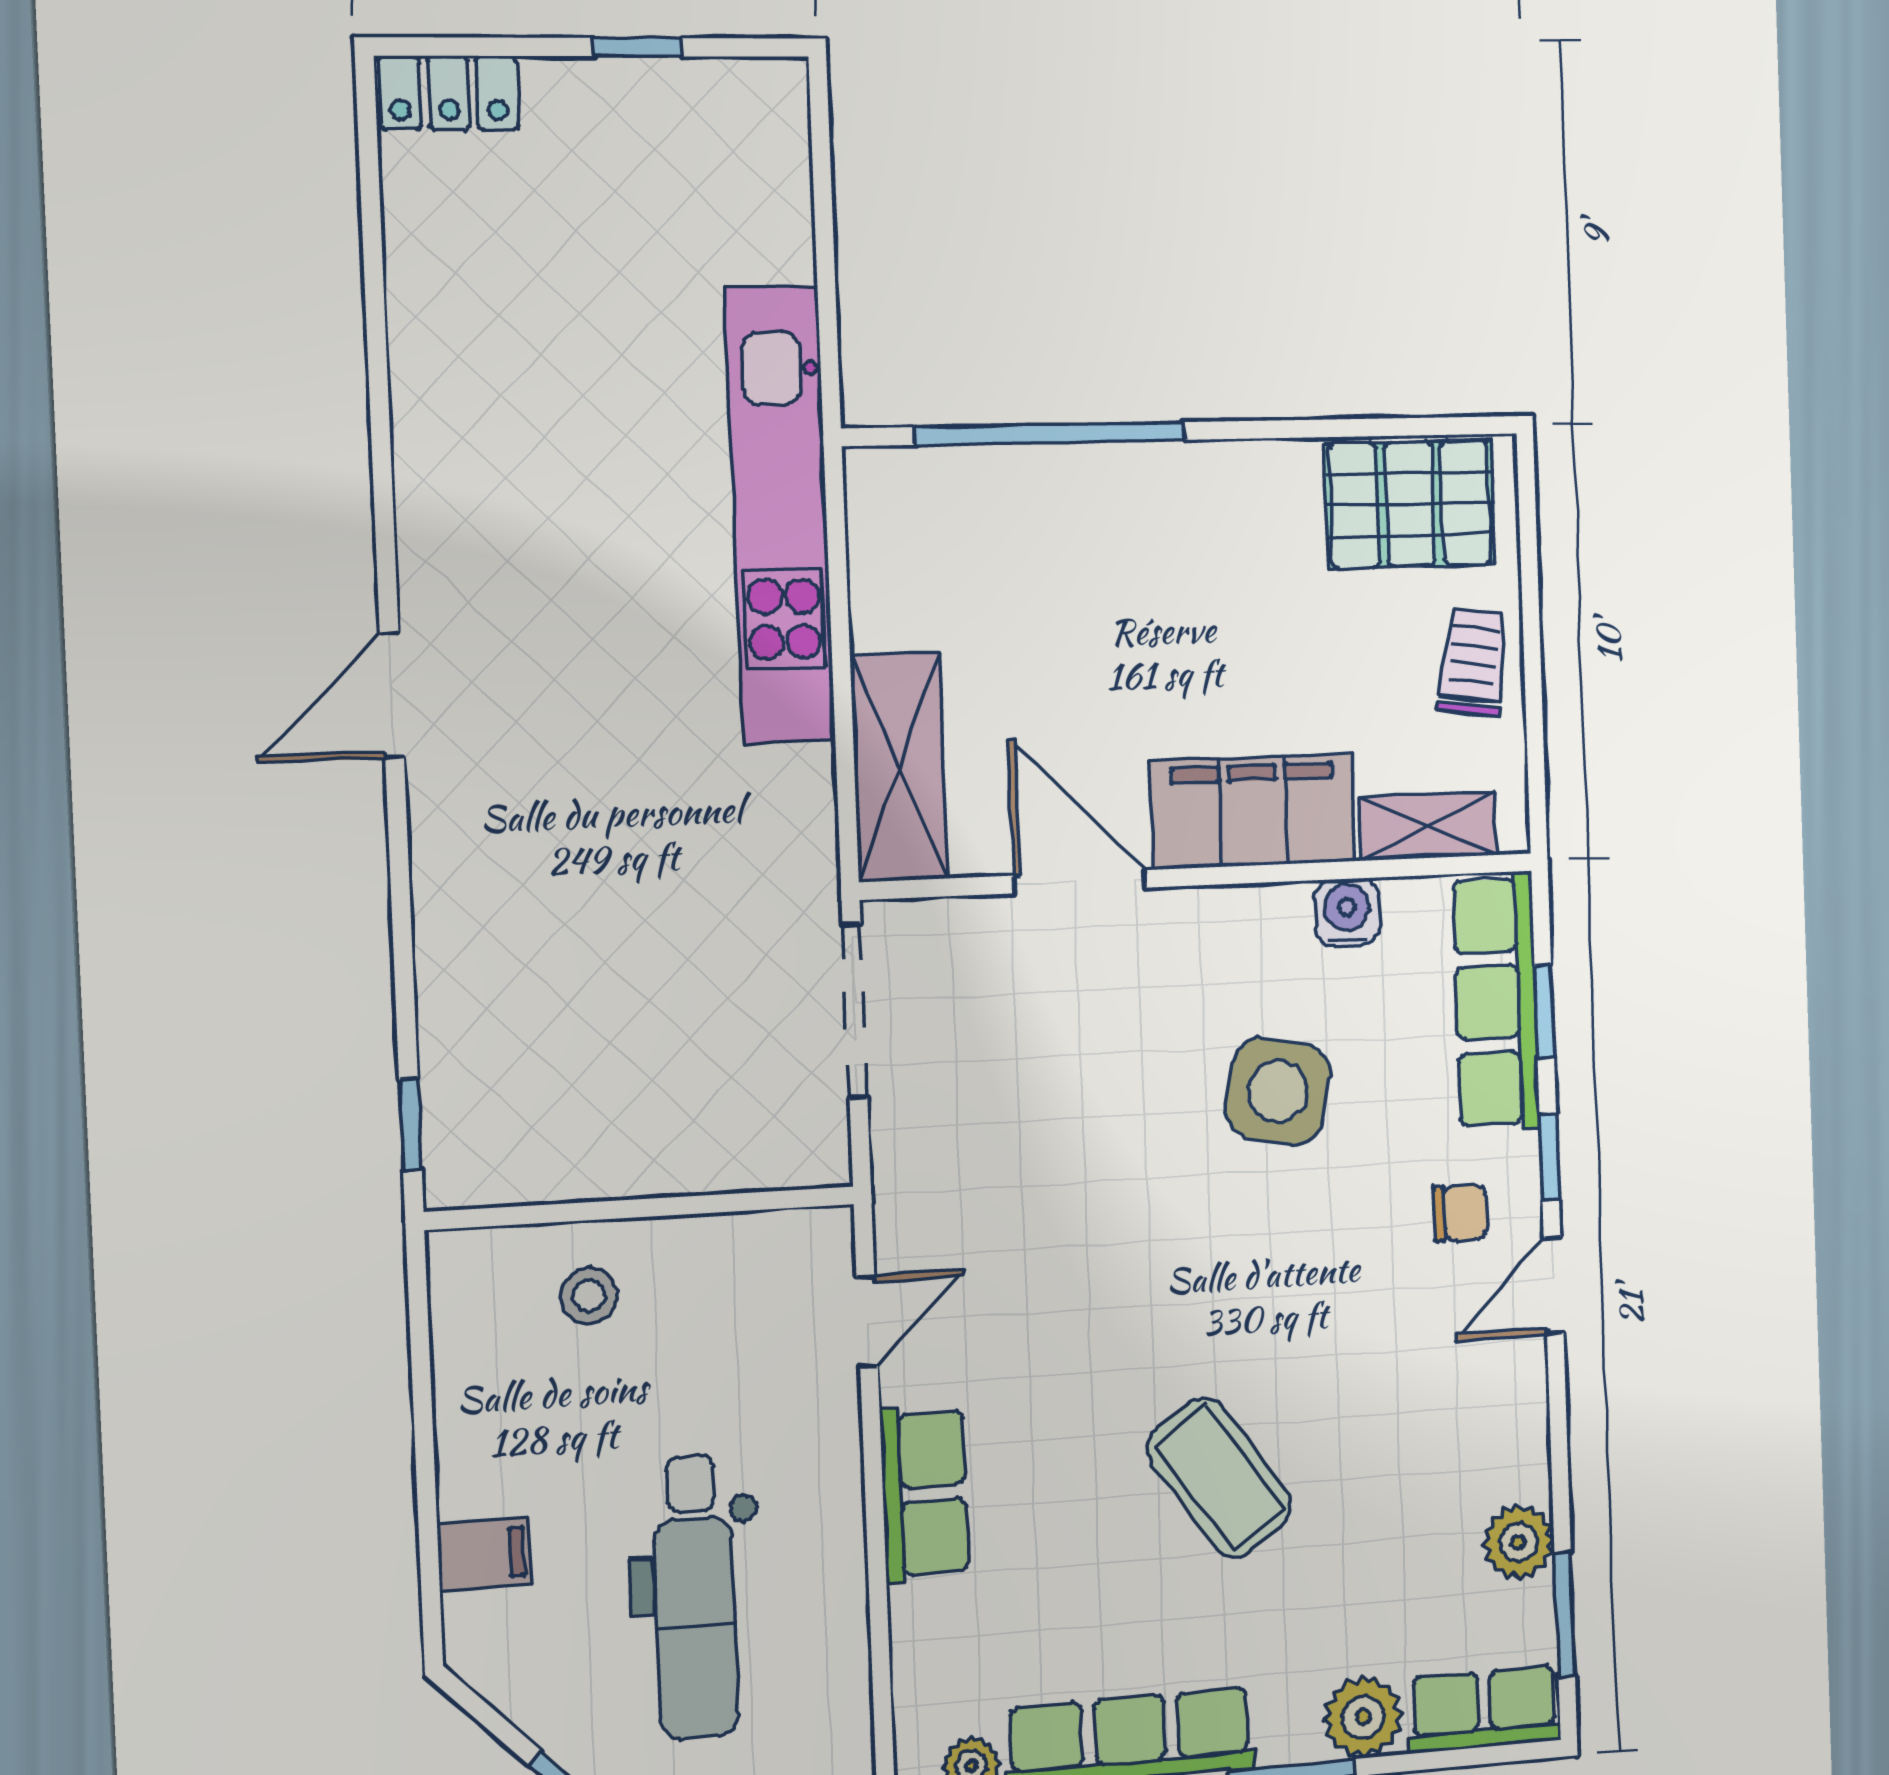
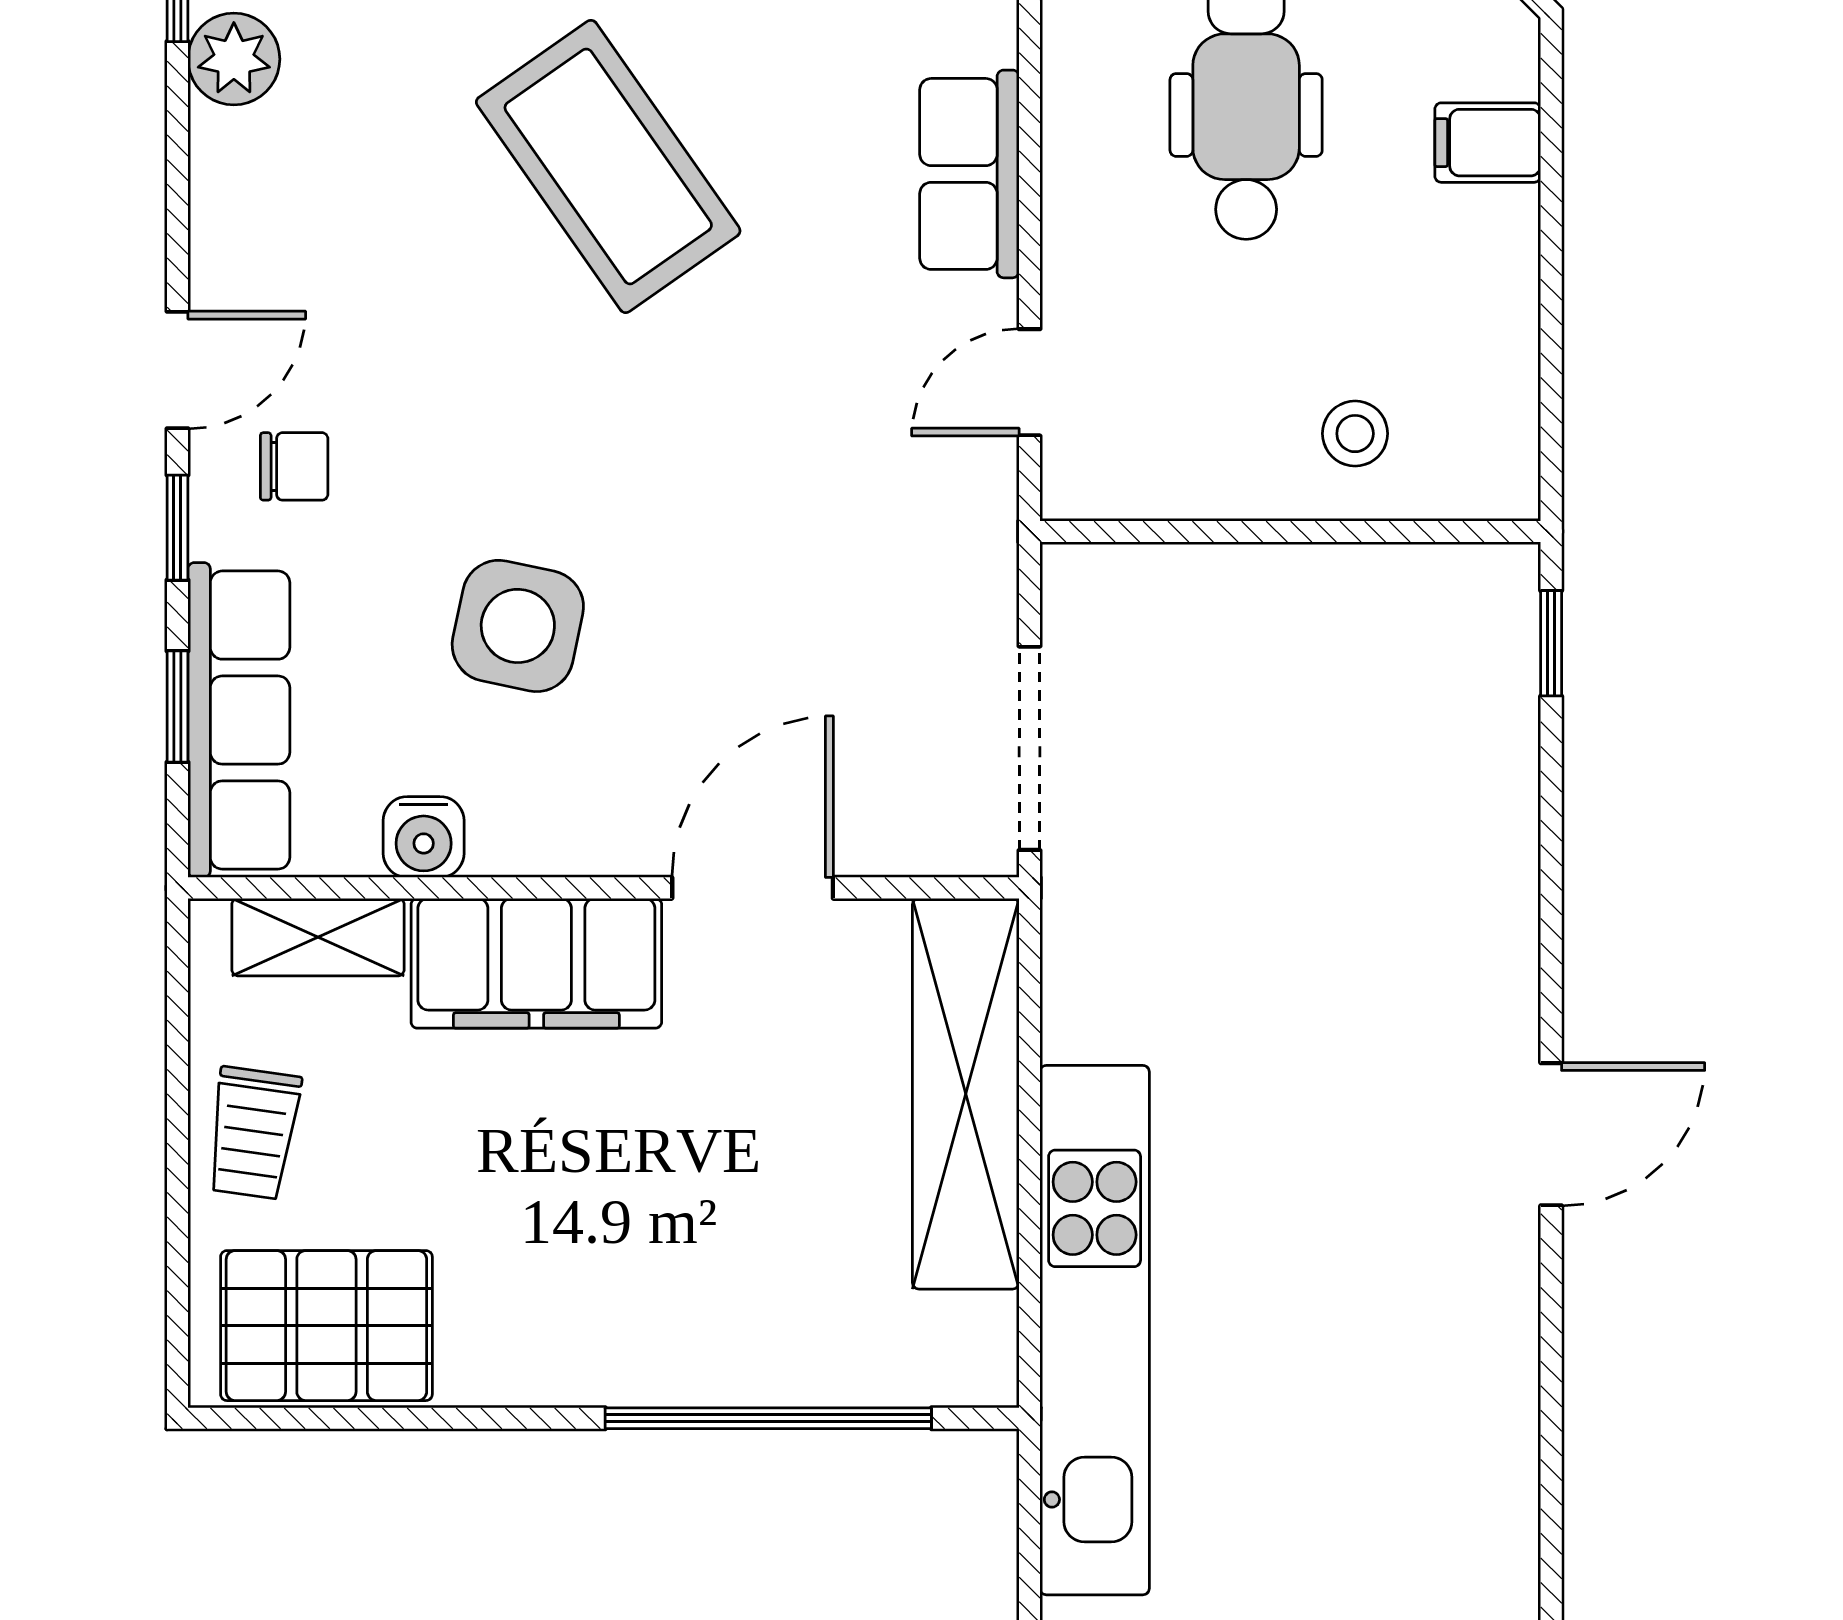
shelving: (899, 767) -> (966, 1094), width x1.47
door: (1080, 882) -> (753, 888), swing flipped
chair: (1460, 1213) -> (294, 466), turned 180
coffee table: (1220, 1477) -> (608, 166), width x1.36, depth x1.32

